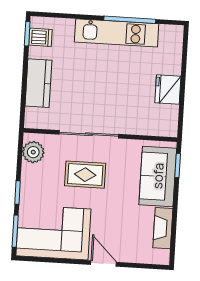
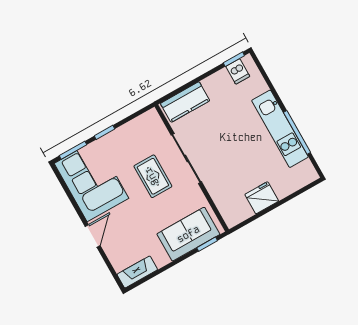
kitchen counter: (38, 83) -> (185, 102), moved
plant: (33, 152) -> (144, 124), removed
fireplace: (163, 228) -> (137, 272), moved

